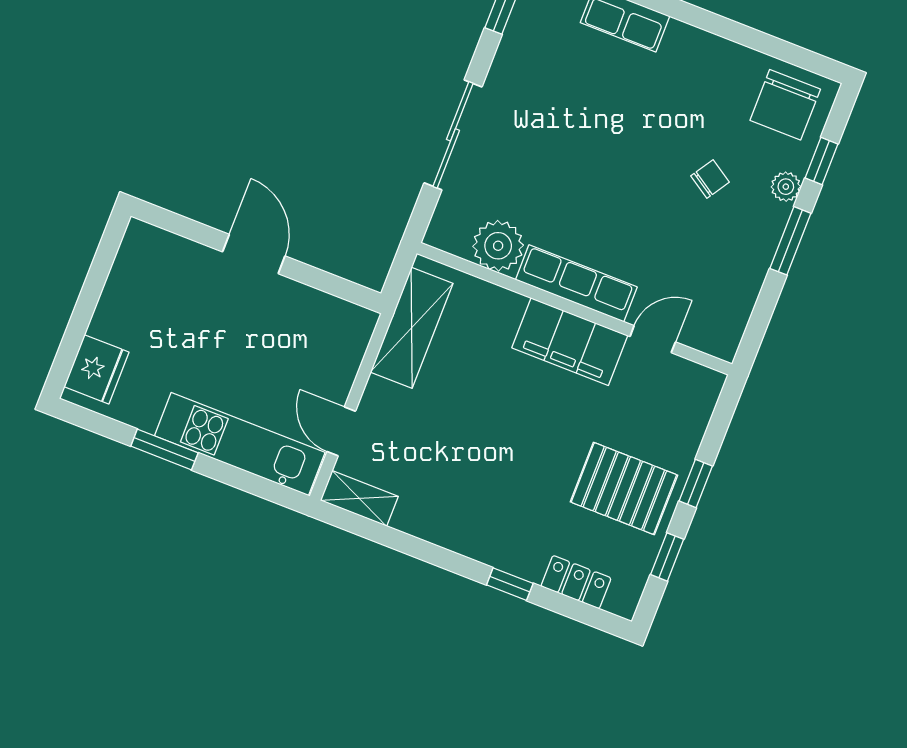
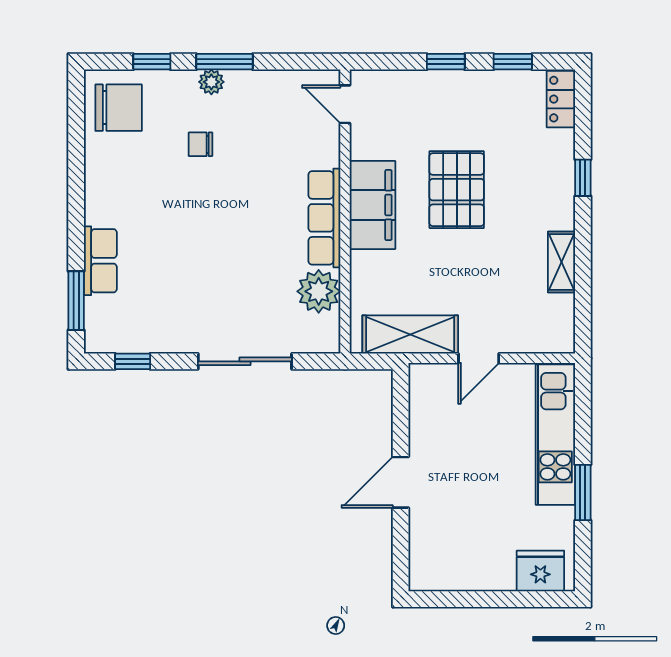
chair: (710, 179) -> (201, 144), turned -33
plant: (786, 187) -> (211, 82), moved
door: (653, 339) -> (345, 104), moved
door: (341, 431) -> (479, 358), moved
pallet: (624, 488) -> (457, 190), moved
shelving: (359, 498) -> (561, 262), moved
locker: (576, 582) -> (561, 99), moved

